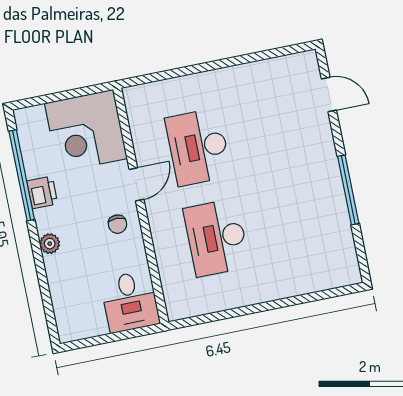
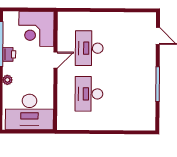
chair: (117, 224) -> (42, 77), removed
desk: (130, 302) -> (29, 112), width x1.87, depth x1.30

